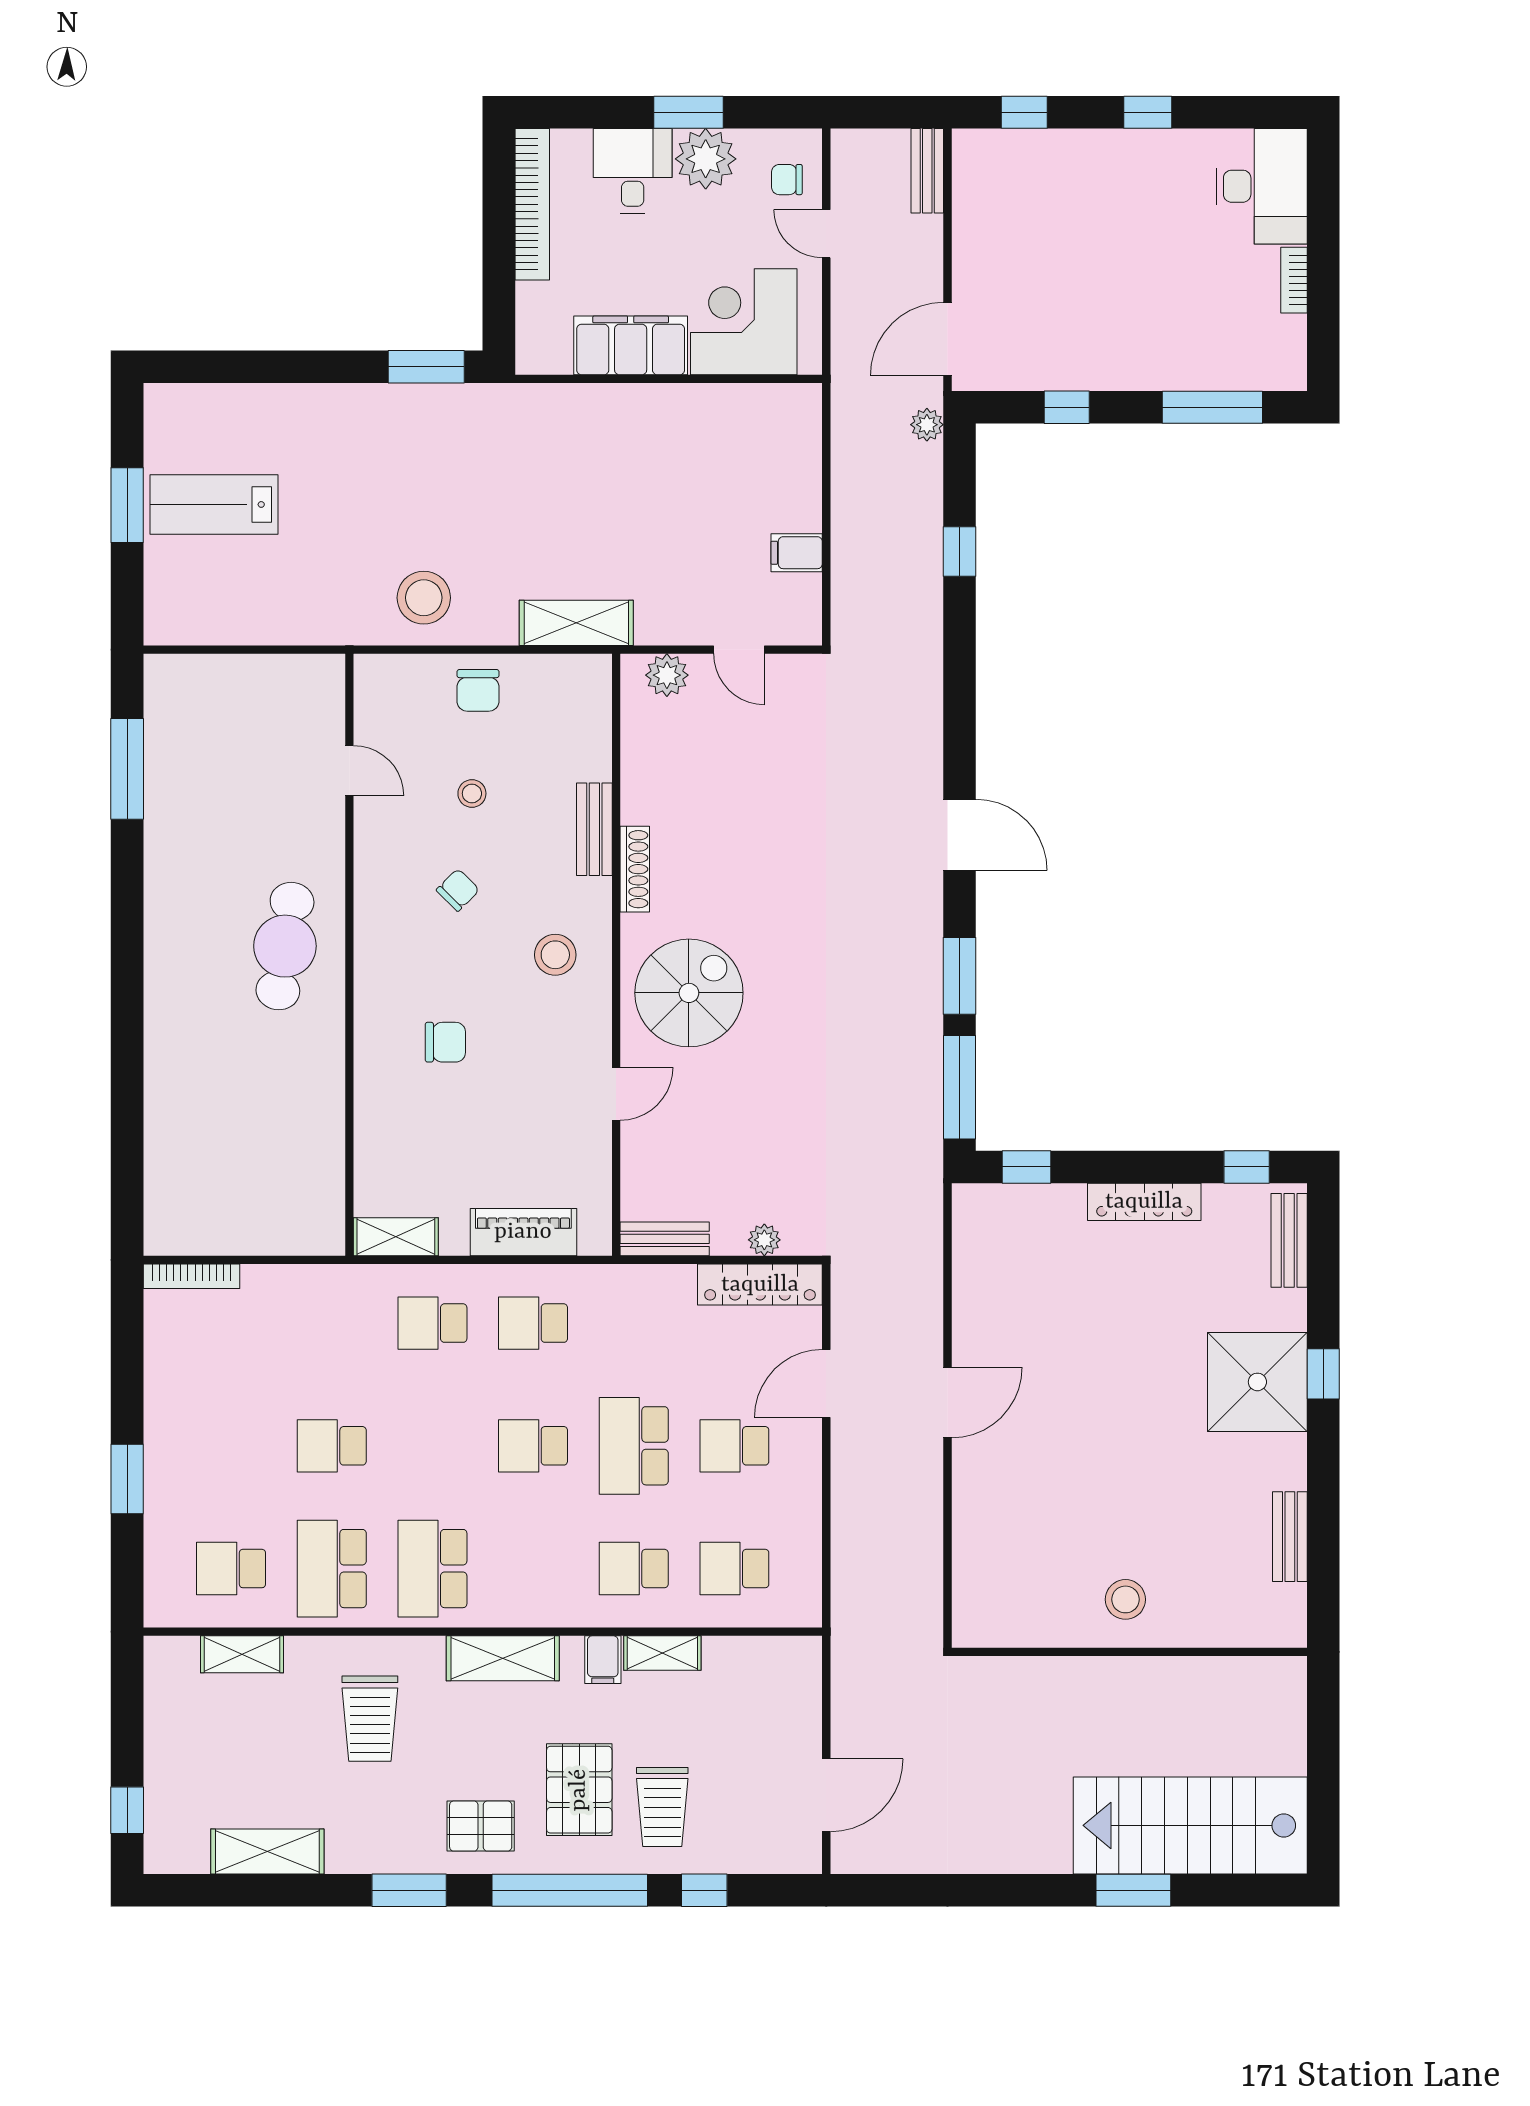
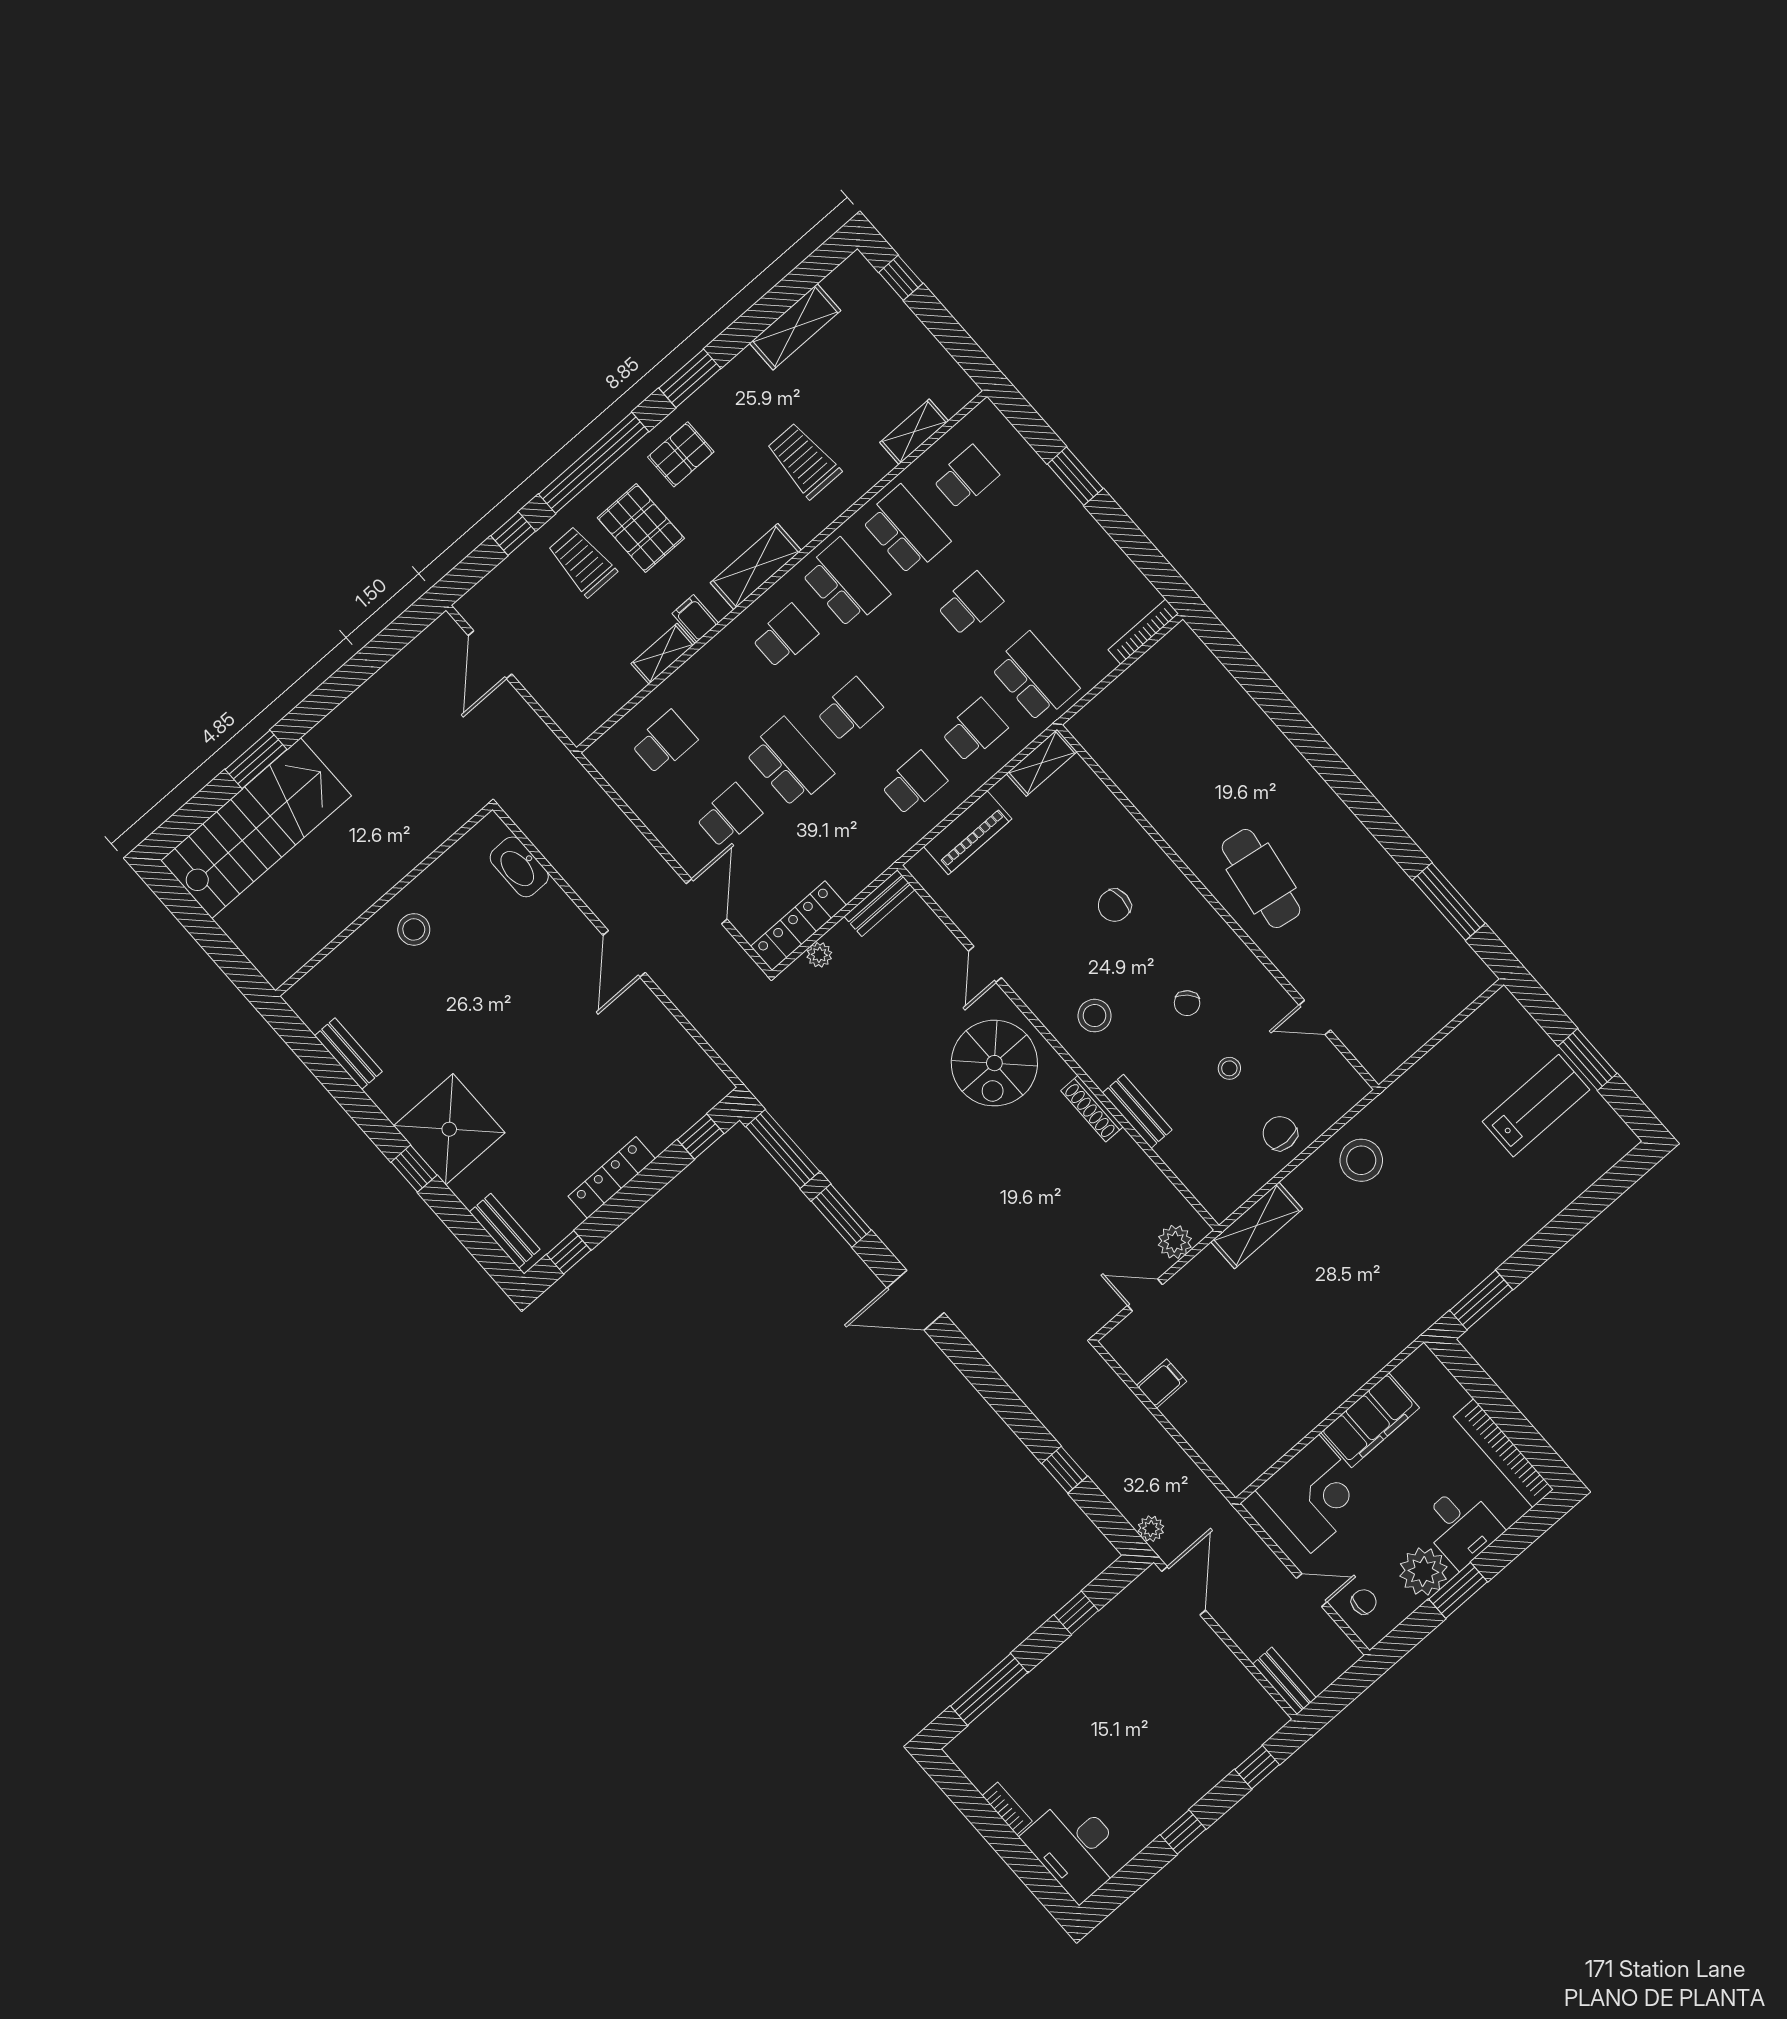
school desk: (332, 1323) -> (1035, 677), added
school desk: (634, 1569) -> (785, 636), moved
washbasin: (974, 1571) -> (519, 867), added

